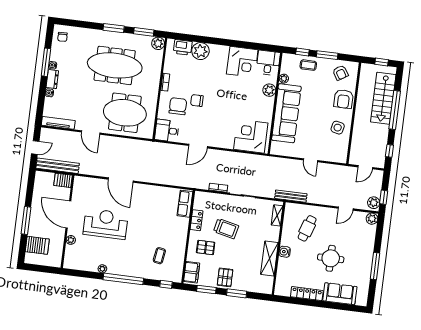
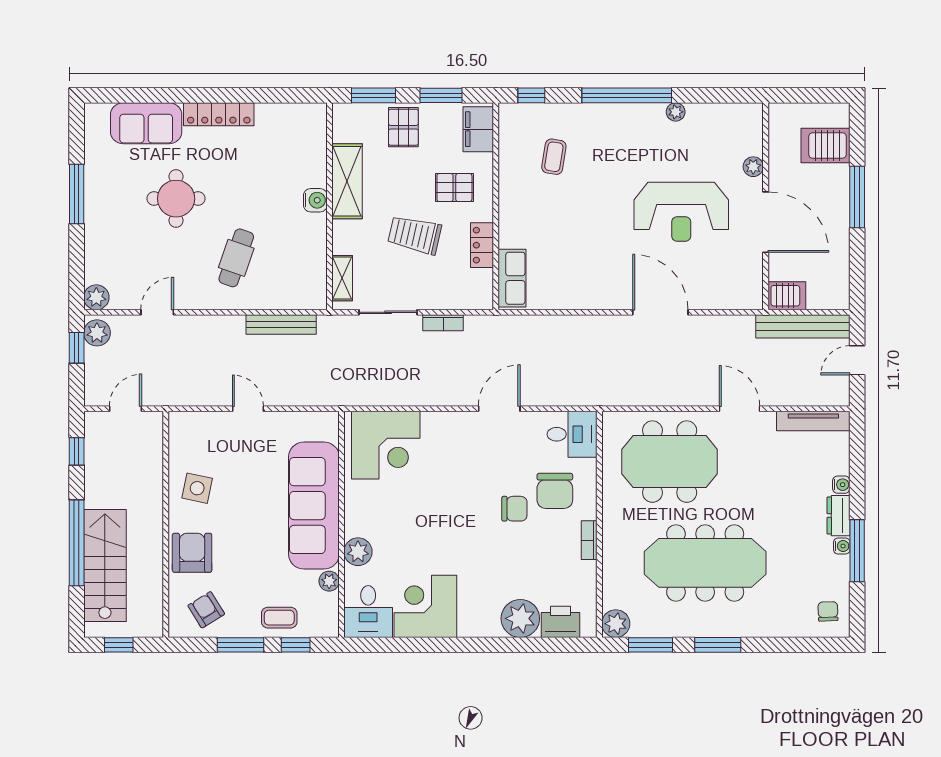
shelving: (277, 215) -> (342, 278), moved
wall: (279, 248) -> (330, 206), moved
water cooler: (285, 252) -> (315, 200), moved
shelving: (269, 258) -> (347, 181), moved

